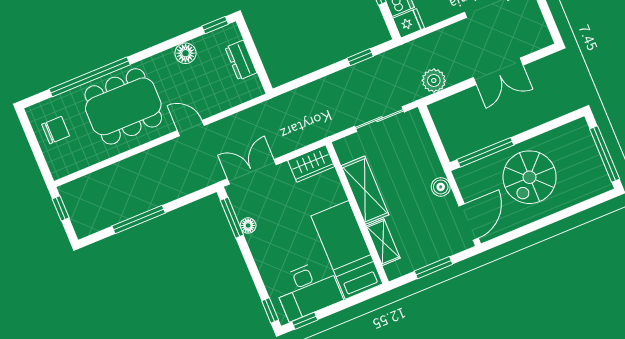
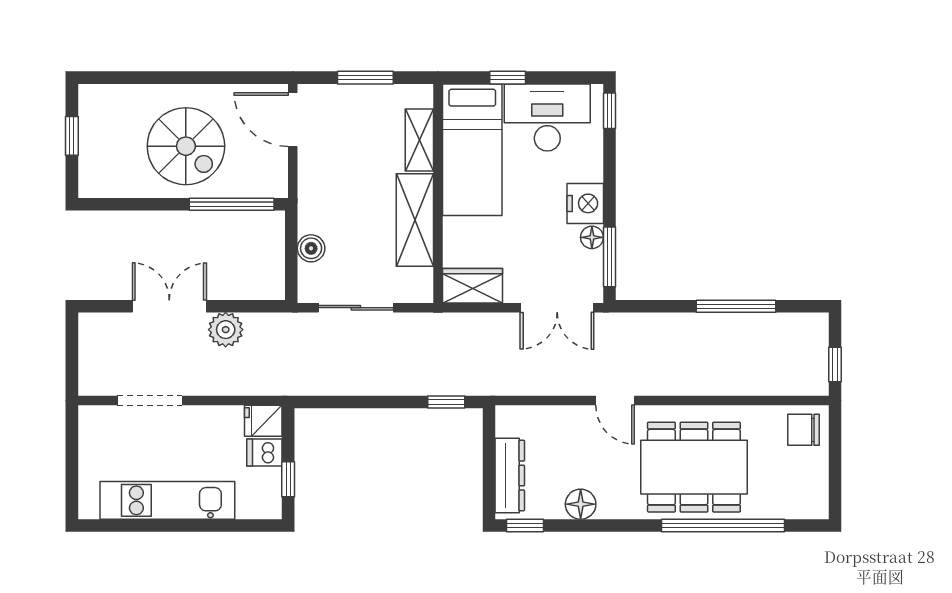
window: (360, 57) -> (446, 402), moved
dresser: (241, 60) -> (510, 475), width x1.44
plant: (434, 80) -> (226, 330), moved
chair: (56, 130) -> (803, 430), moved
window: (605, 154) -> (72, 136), width x0.46
spiral stairs: (530, 177) -> (186, 146), turned 90
boiler: (441, 187) -> (311, 248), moved
door: (469, 222) -> (293, 120), hinge flipped
nightstand: (261, 245) -> (585, 203), added
window: (305, 321) -> (508, 78), moved

